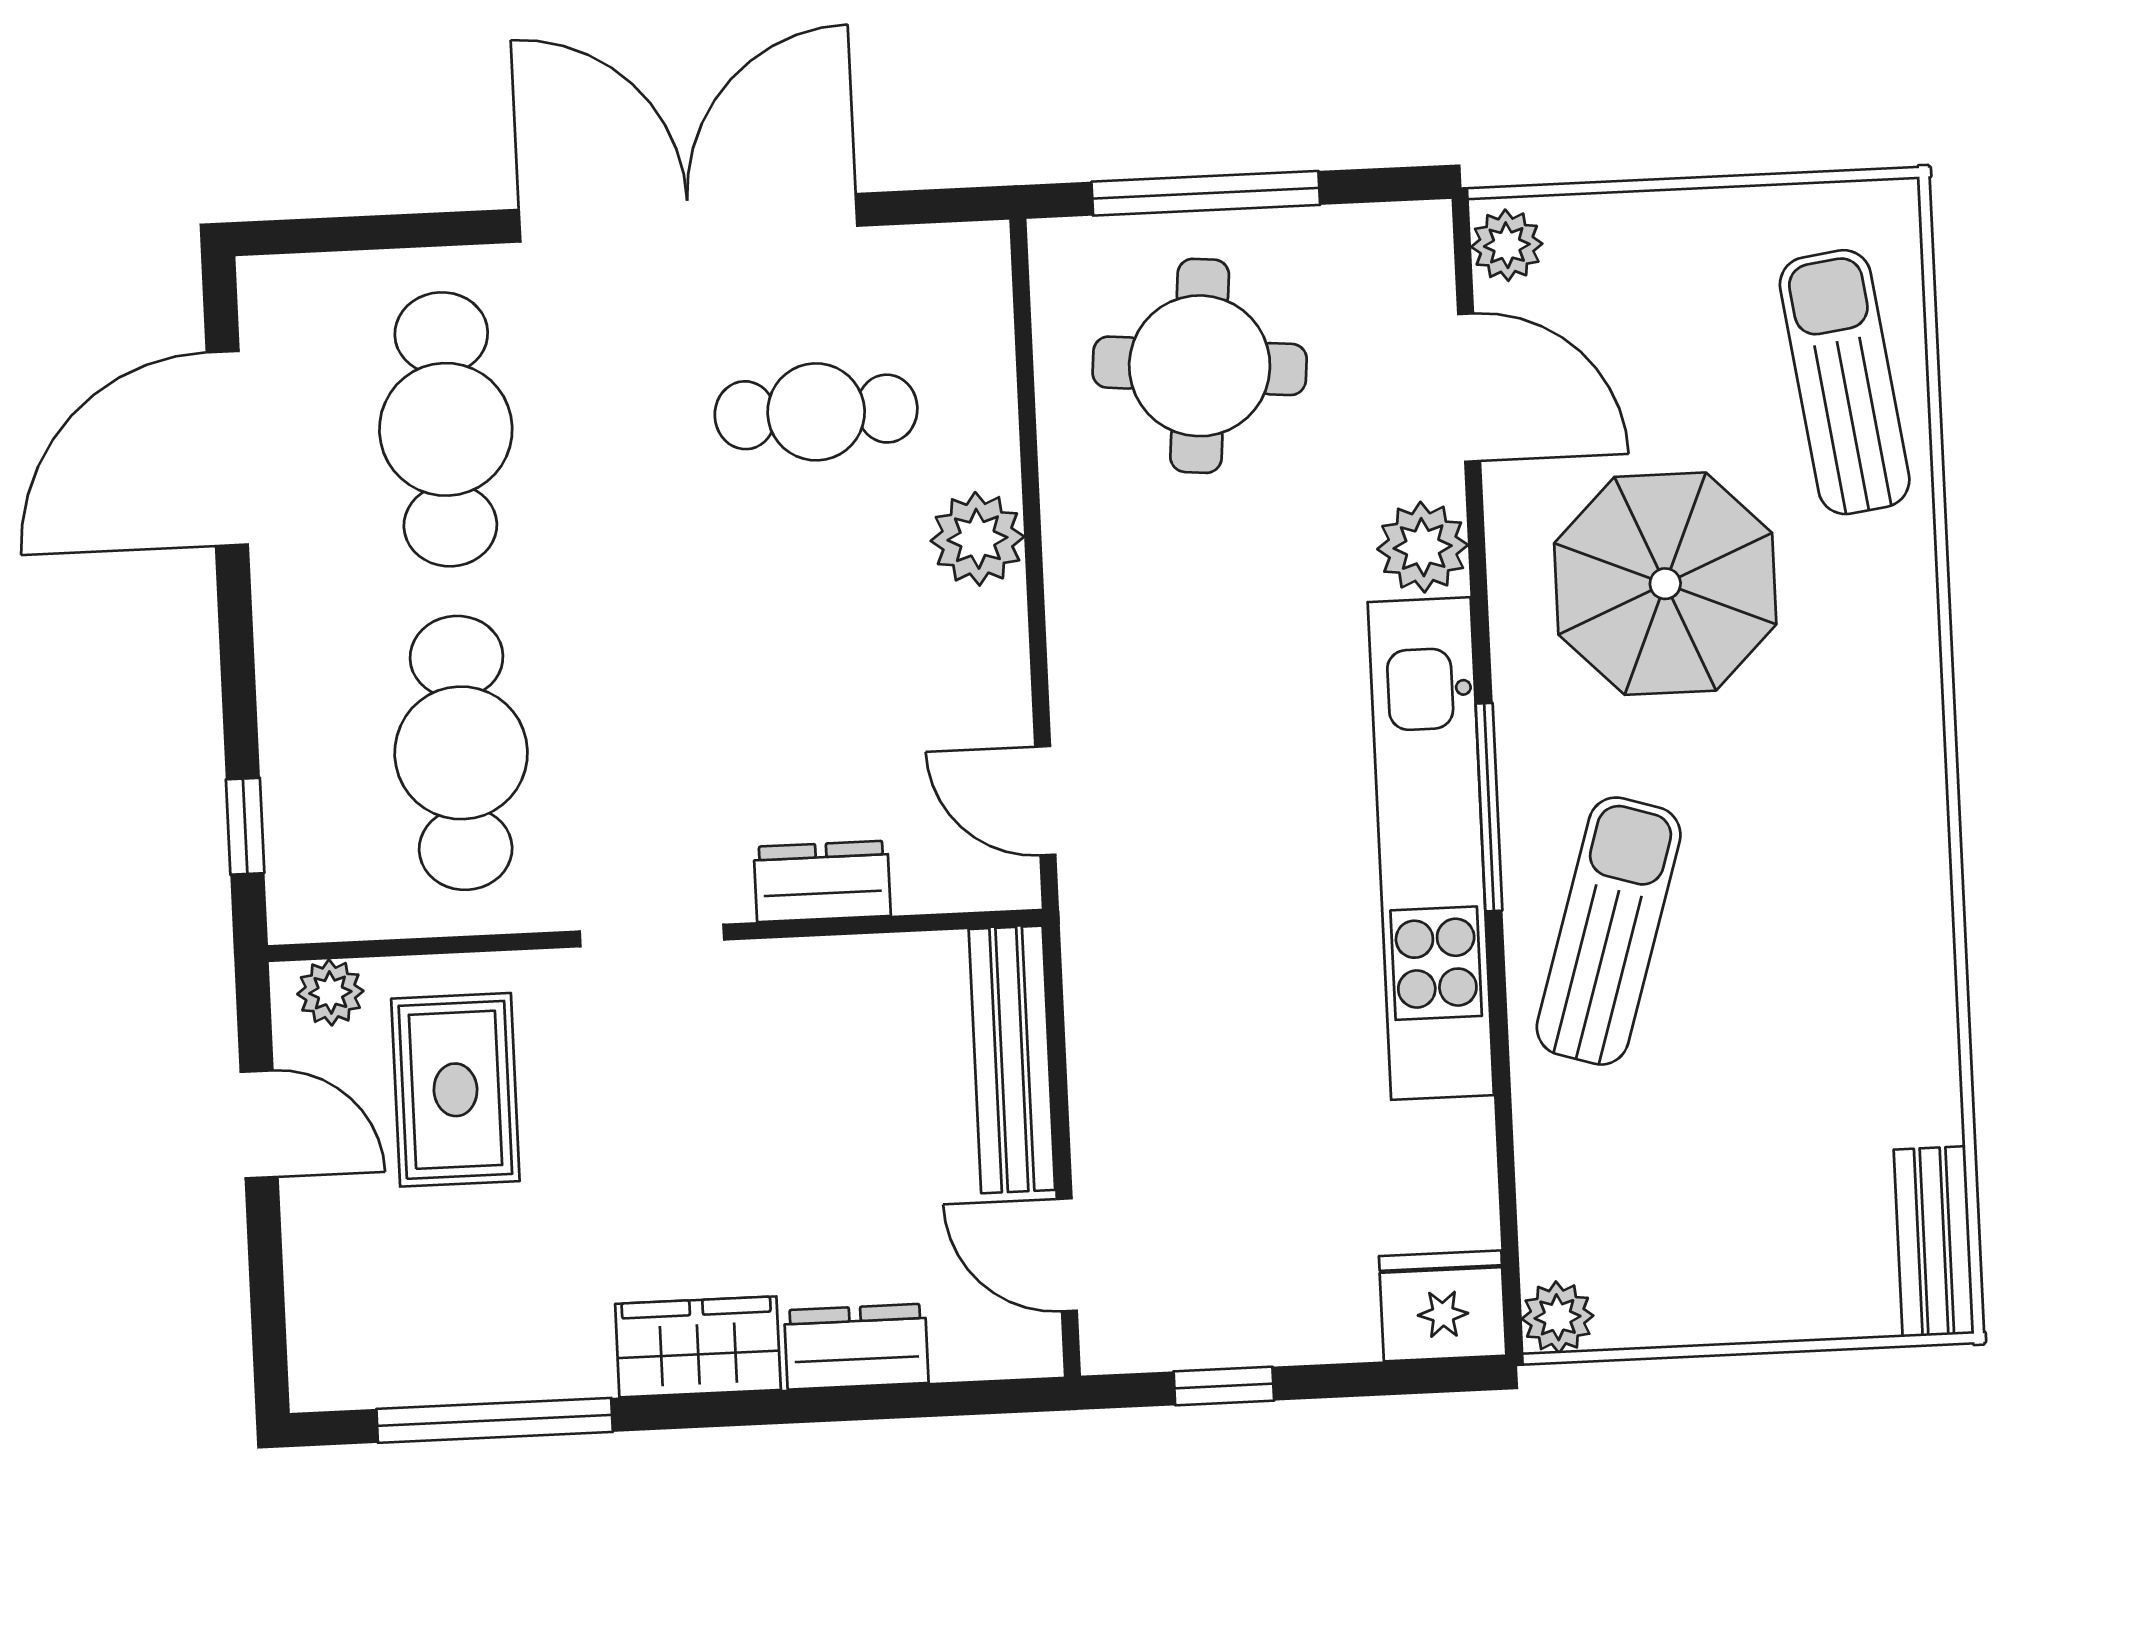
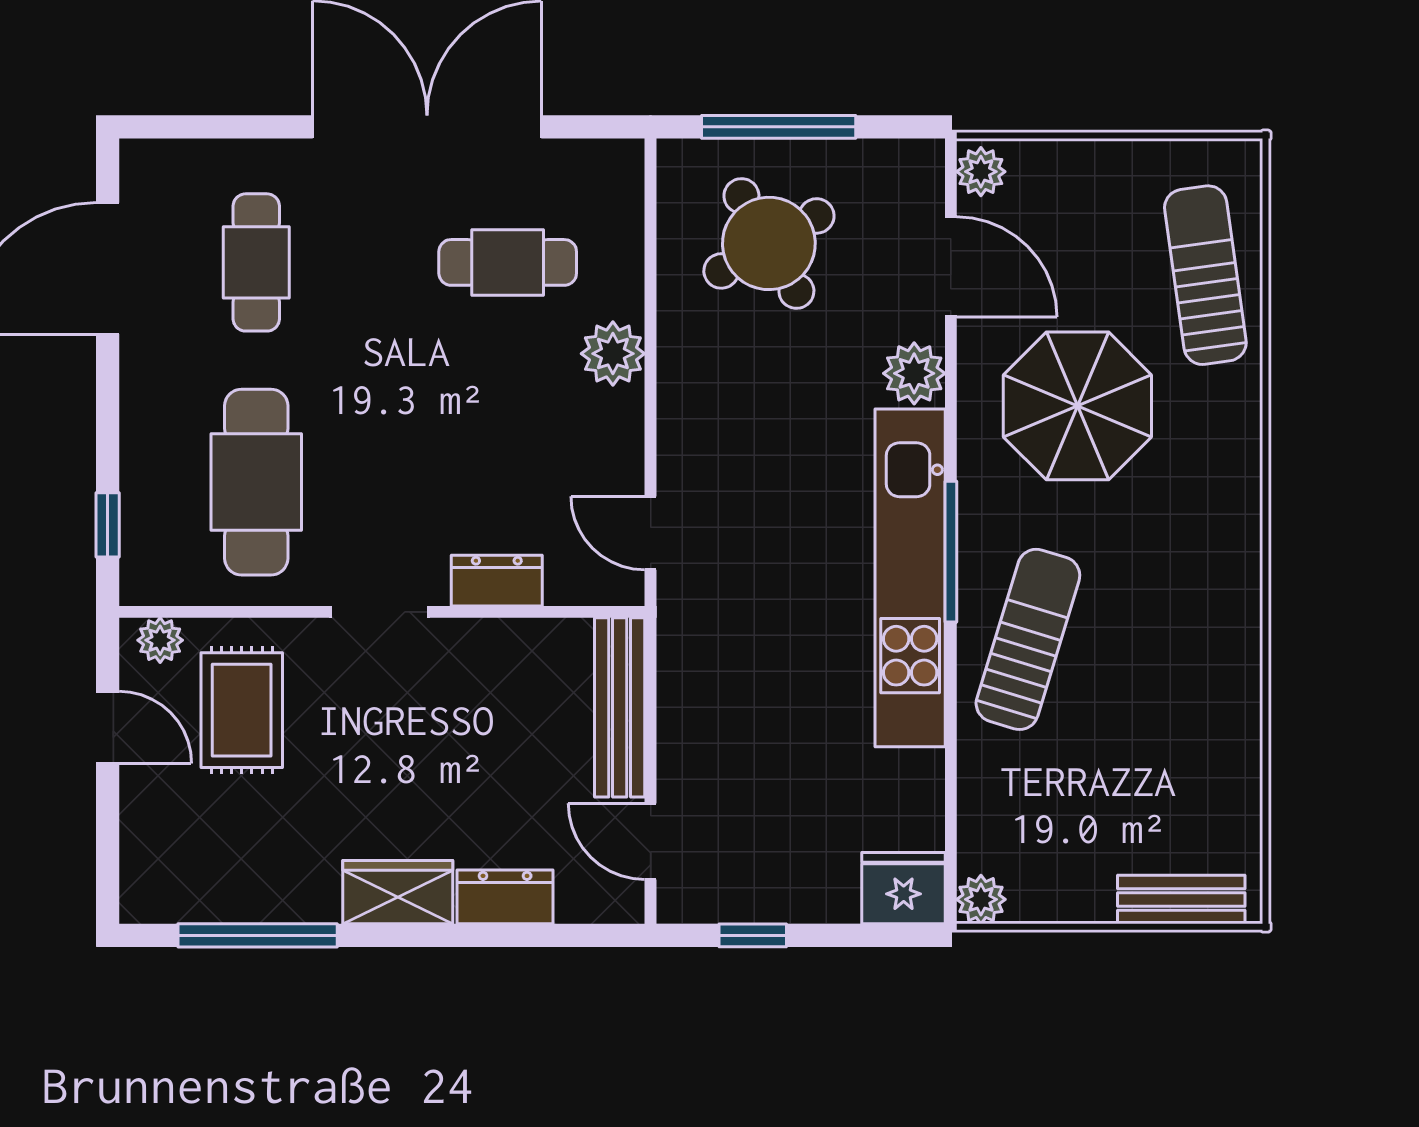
round table: (1200, 366) -> (769, 243), turned -35
cafe table: (446, 429) -> (256, 262), width x0.73, depth x0.74
bench: (1934, 1242) -> (1181, 900), moved, turned 90

